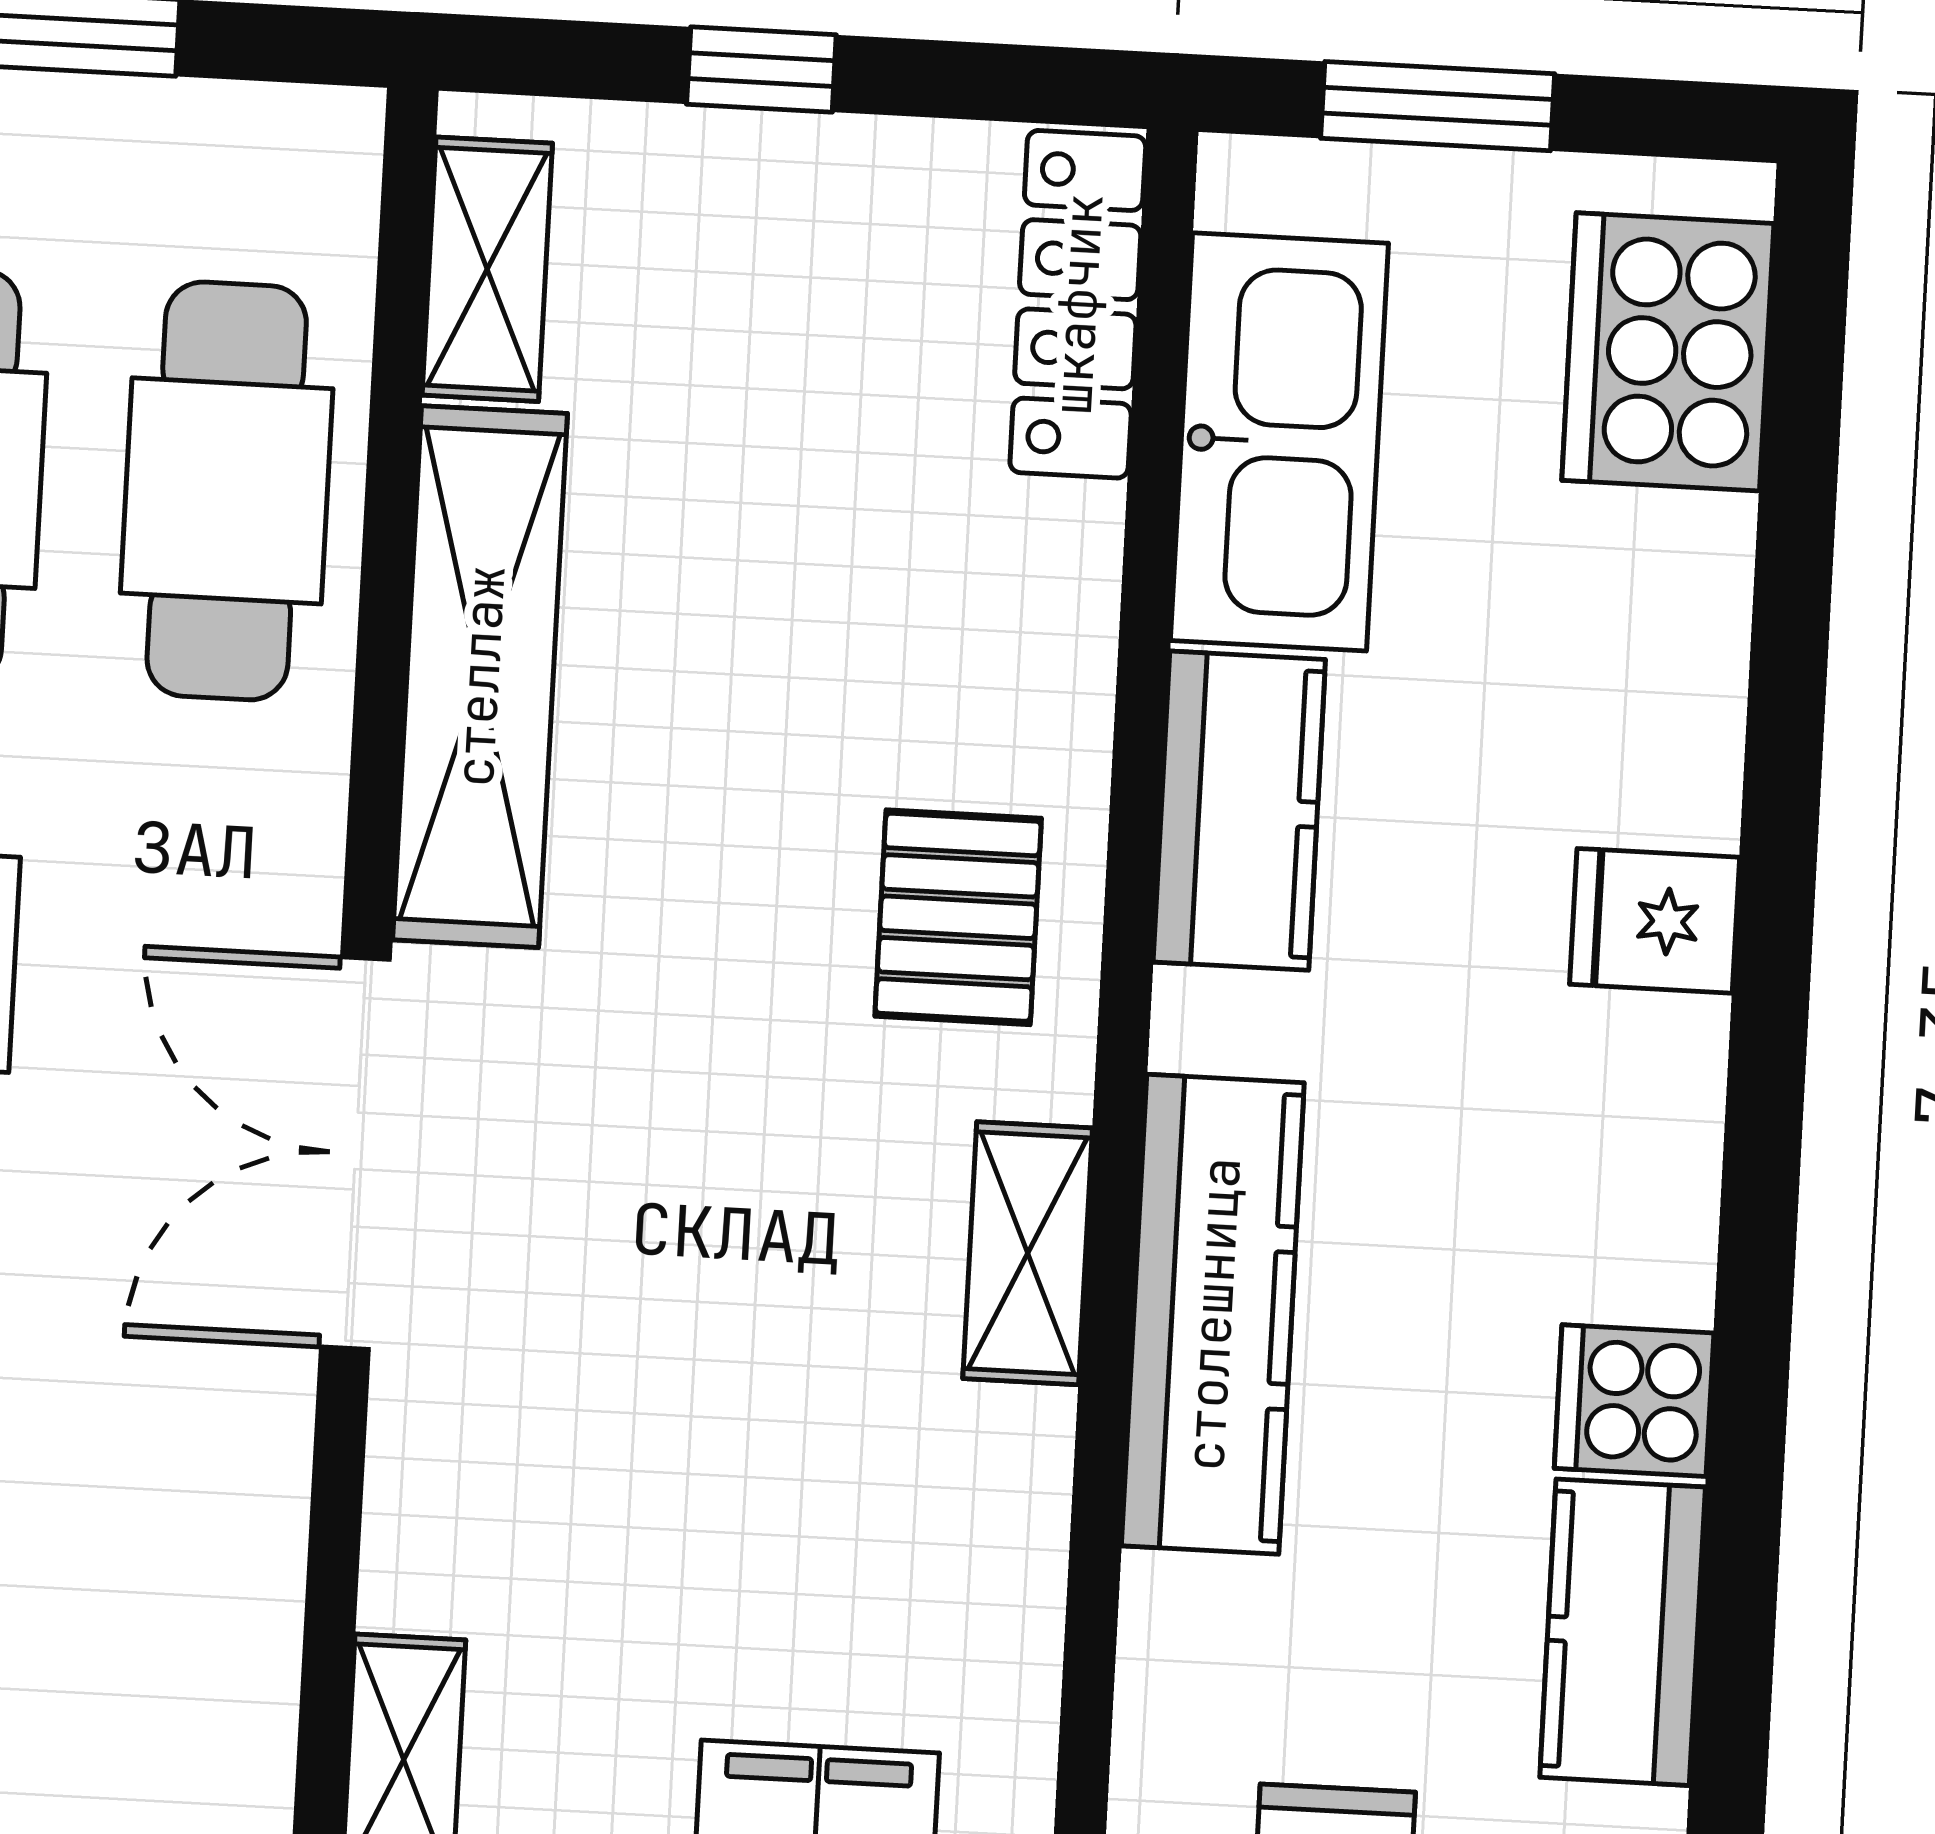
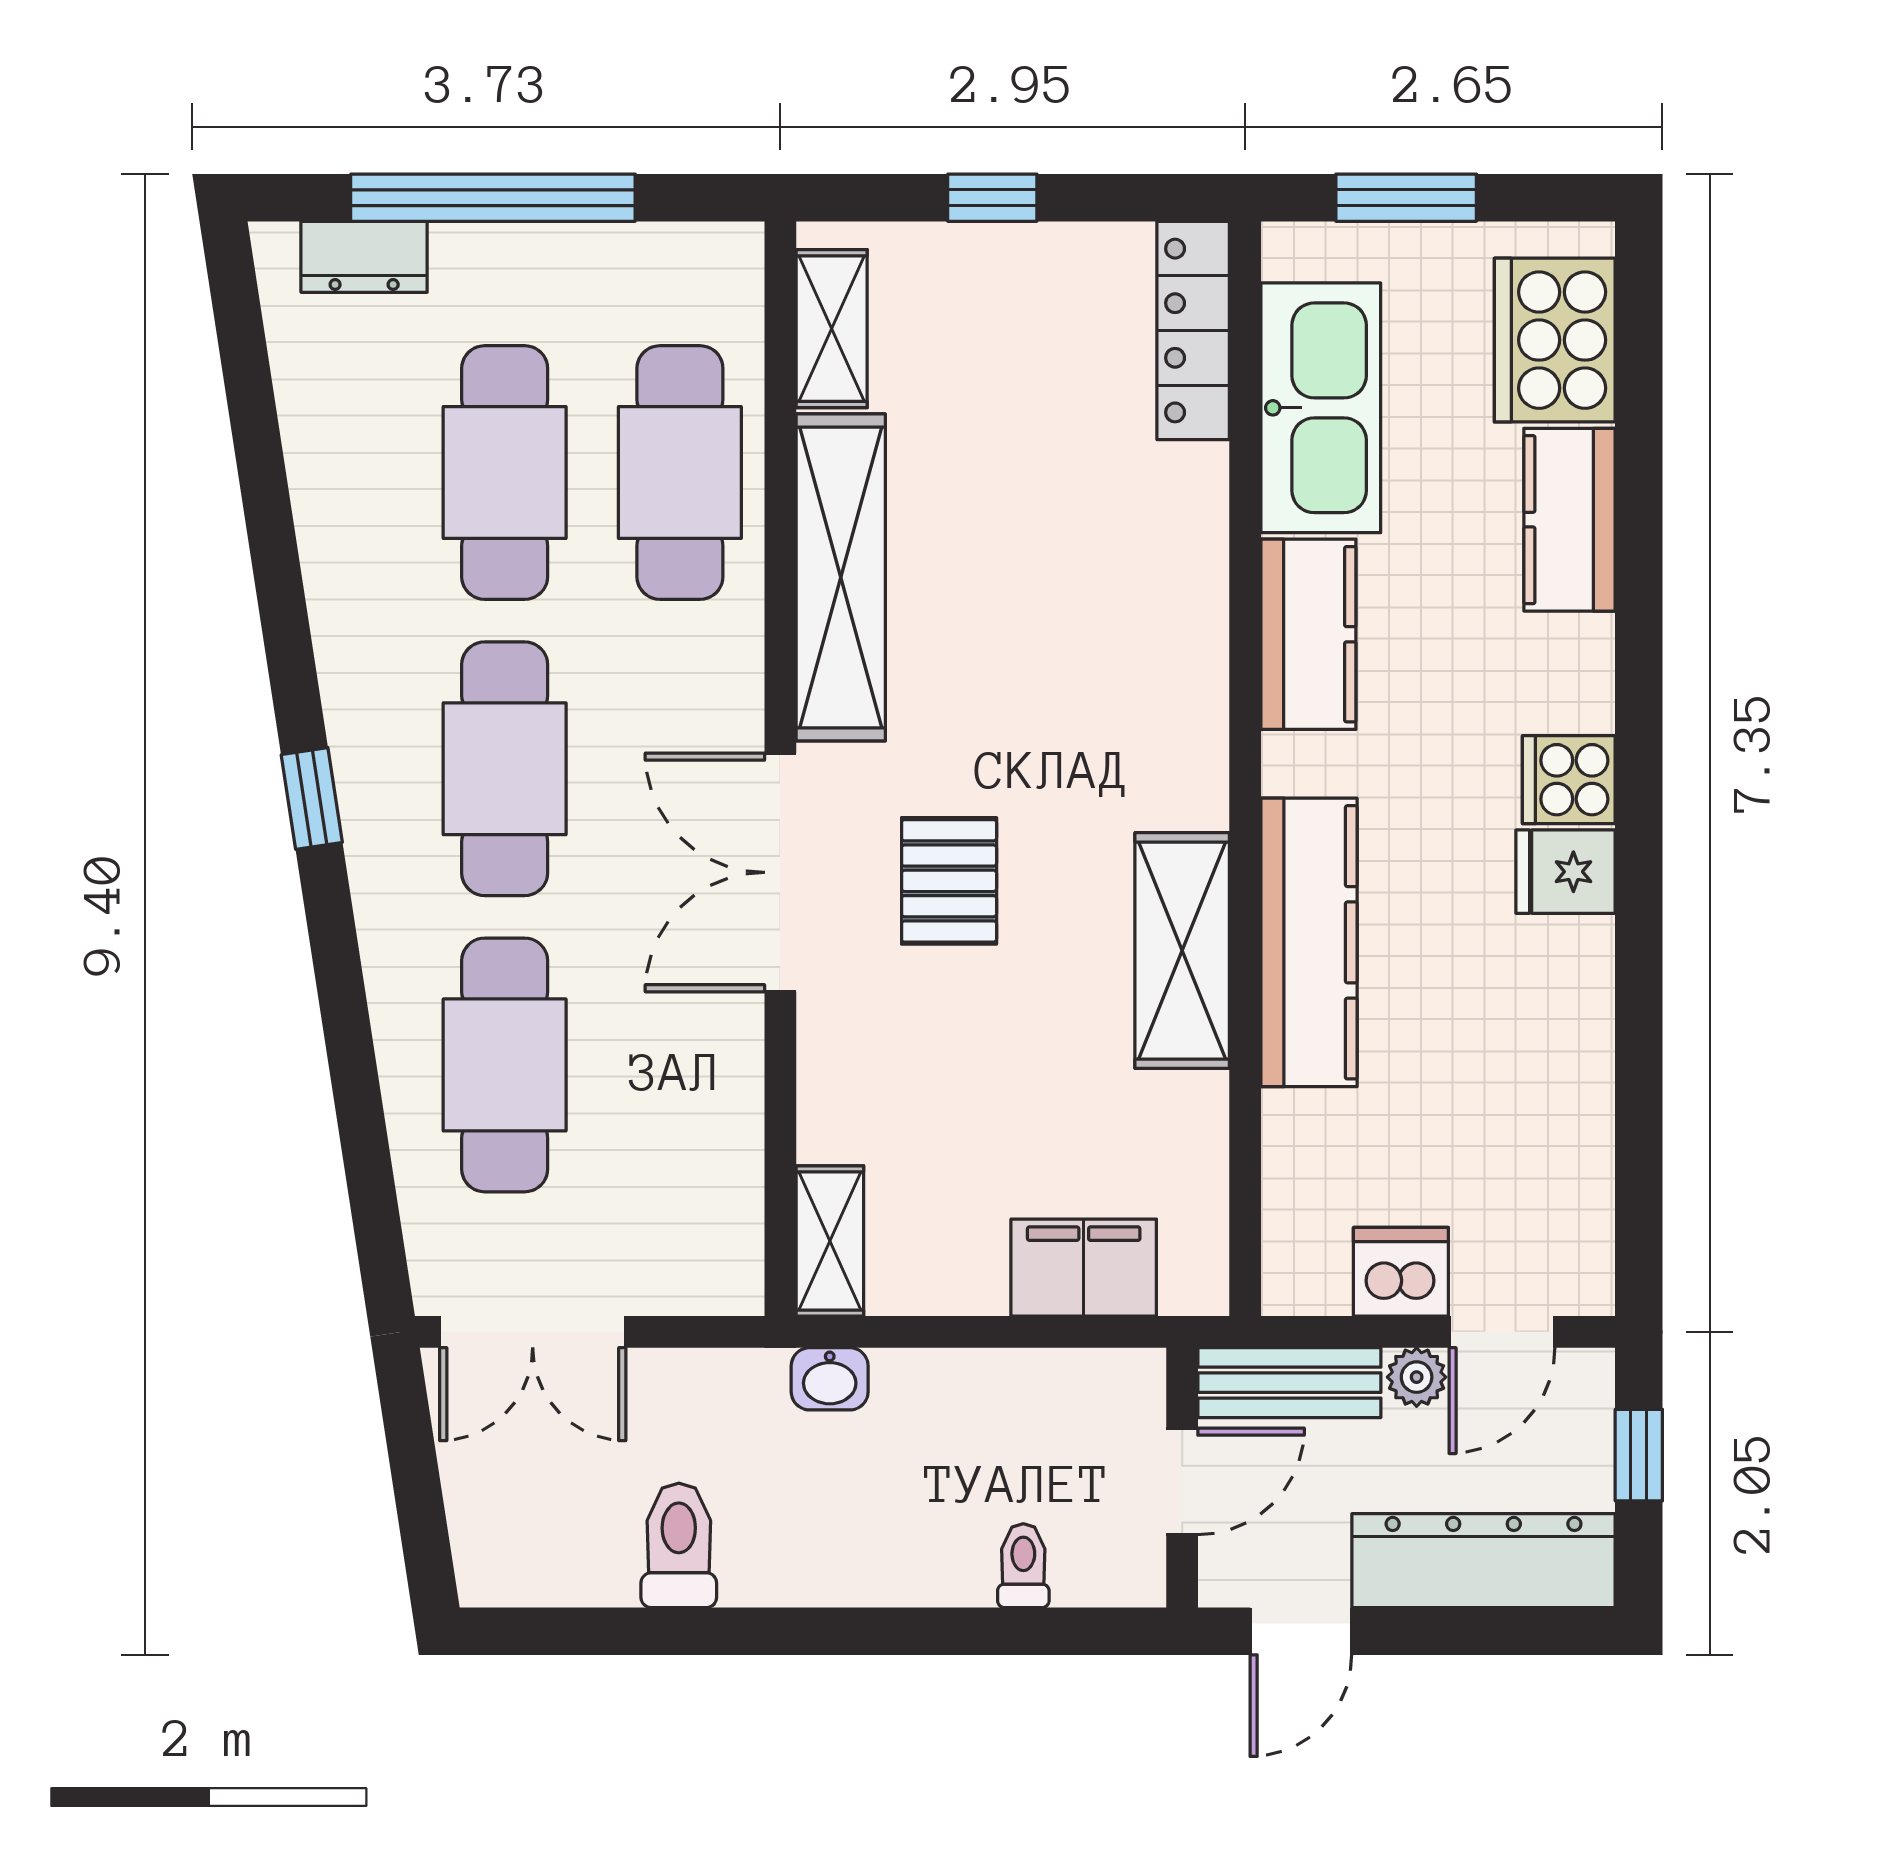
pallet: (958, 917) -> (949, 881), moved
fridge: (1655, 921) -> (1566, 872), moved
shelving: (1028, 1253) -> (1182, 951), width x1.50, depth x1.33
cooker: (1634, 1401) -> (1569, 780), moved
kitchen counter: (1623, 1632) -> (1570, 520), moved

